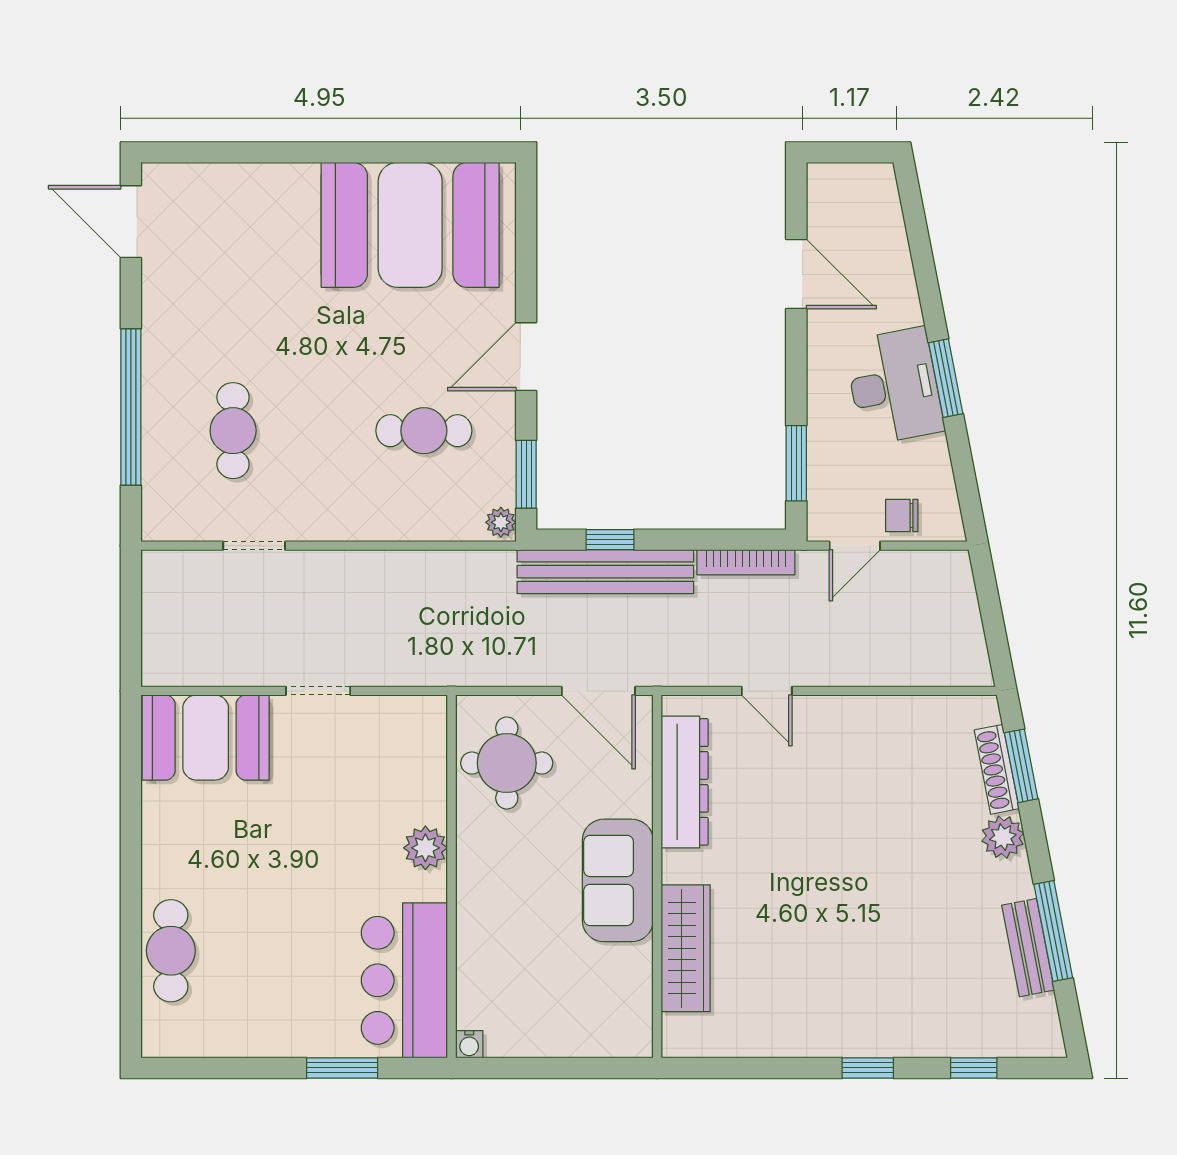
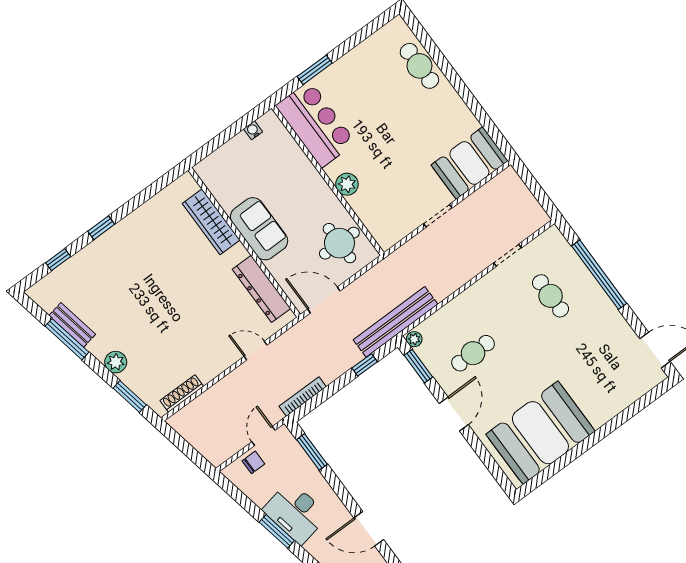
bench: (605, 572) -> (395, 322), moved
shoe rack: (997, 769) -> (182, 393), moved, turned -79
water cooler: (469, 1044) -> (253, 130), moved

